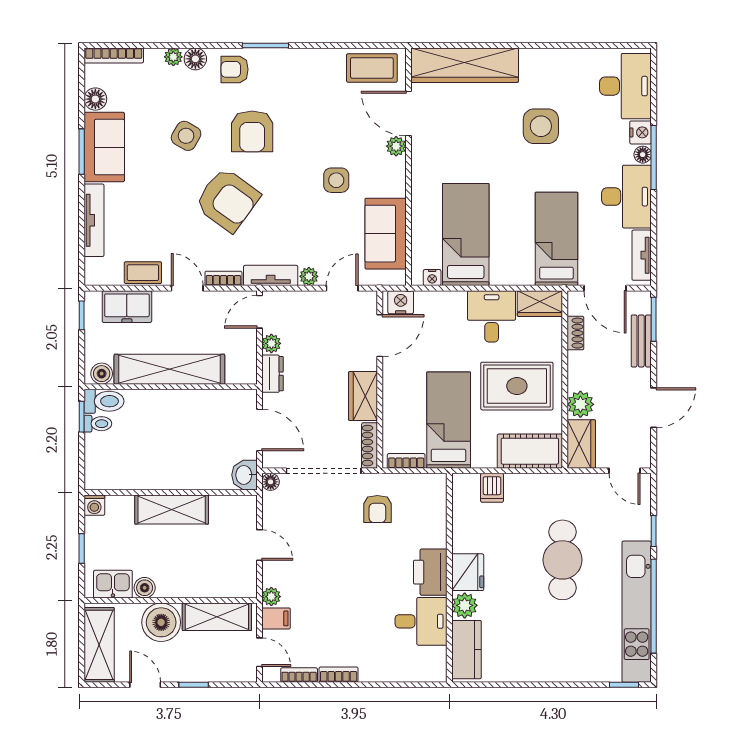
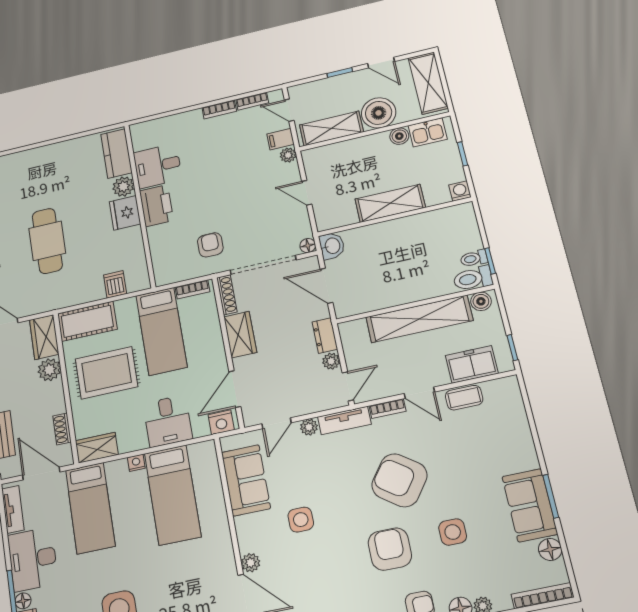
side table: (186, 136) -> (453, 532), turned -30
tv unit: (94, 220) -> (522, 435), removed
nightstand: (432, 278) -> (136, 463), moved
desk: (492, 316) -> (168, 421), moved

